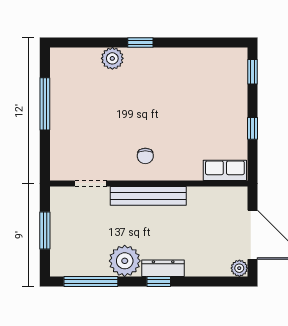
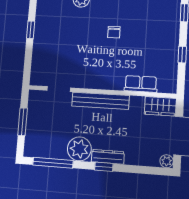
window: (45, 104) -> (31, 30), width x0.46
chair: (145, 156) -> (114, 32), moved
row of seats: (225, 170) -> (141, 84), moved
wardrobe: (227, 198) -> (160, 106), added

